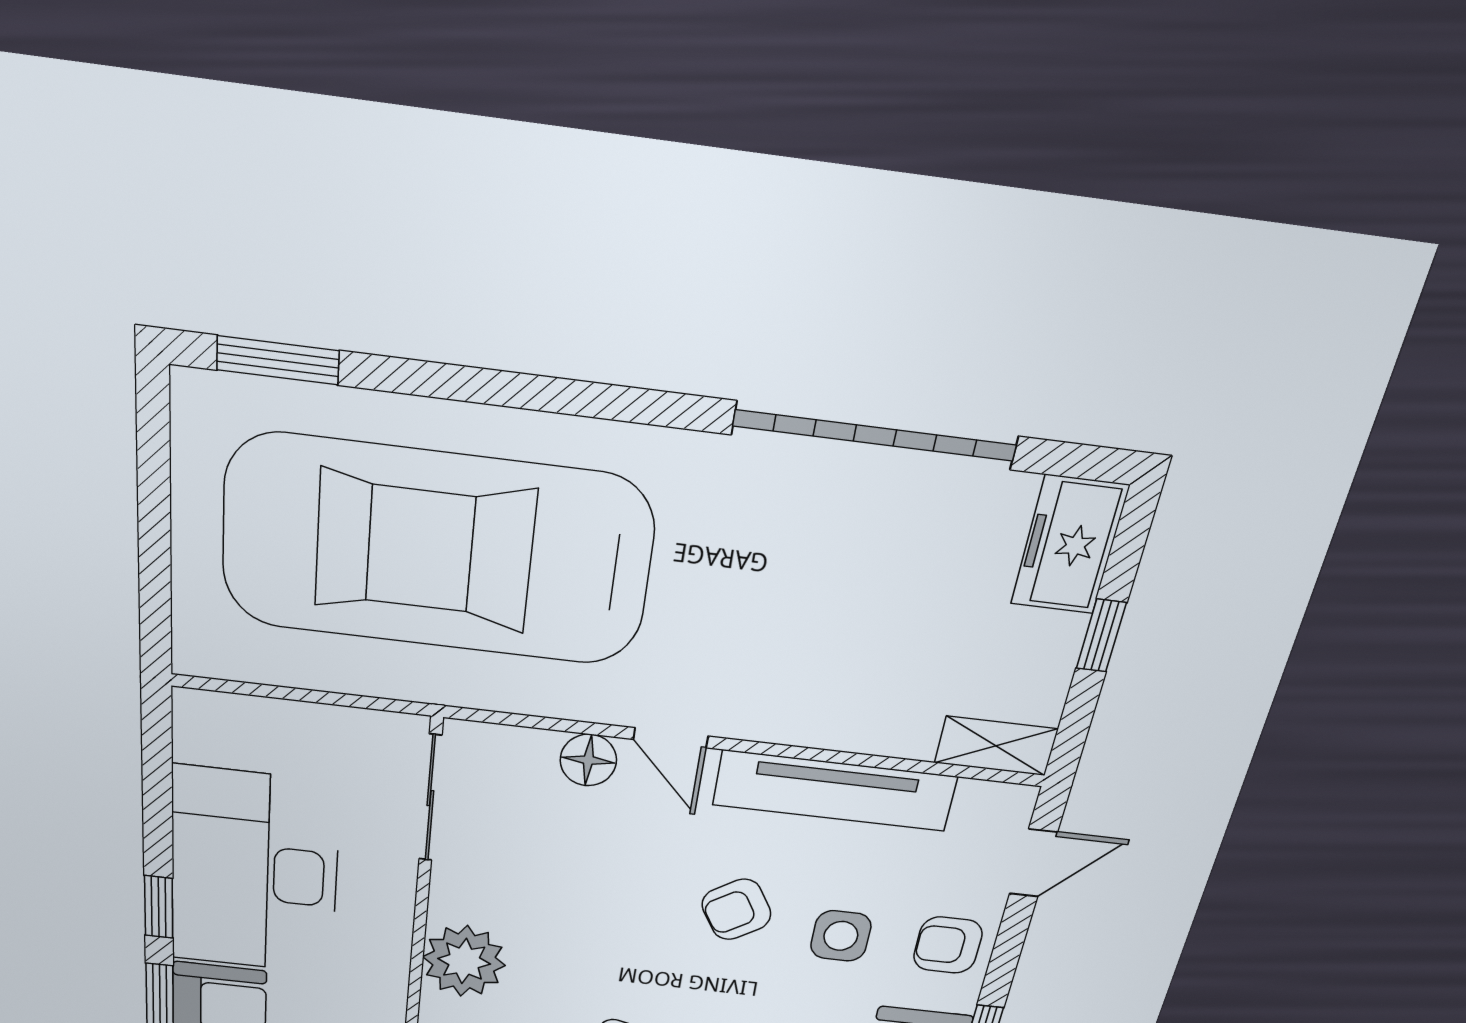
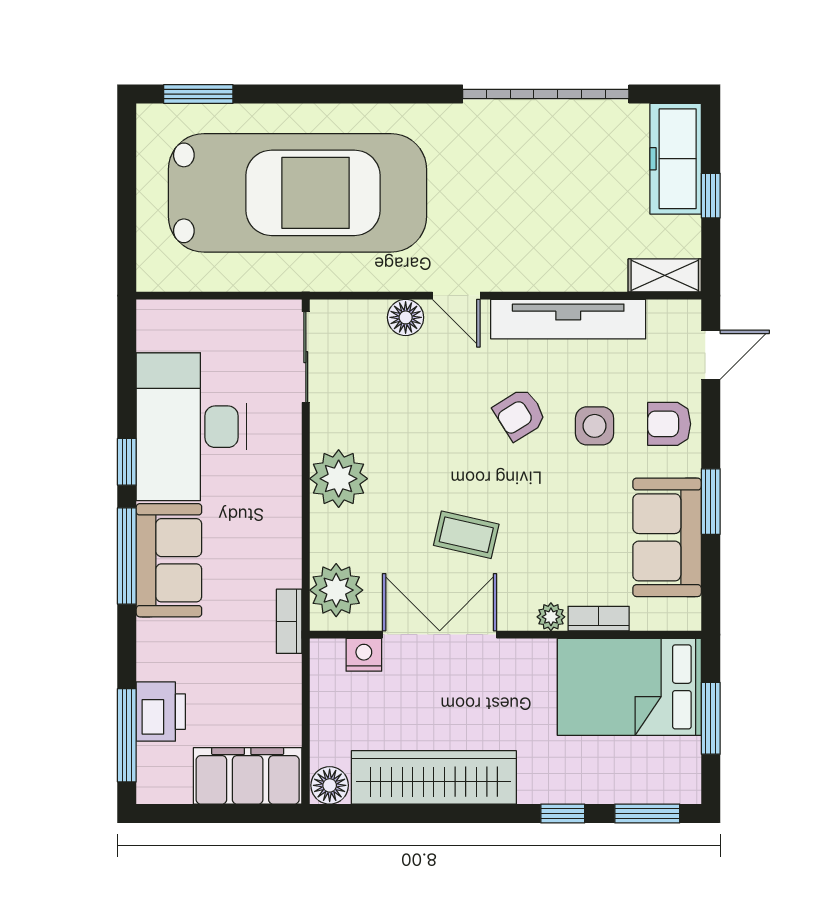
freezer: (1069, 545) -> (676, 159), width x1.40
car: (437, 551) -> (297, 193), turned 180

